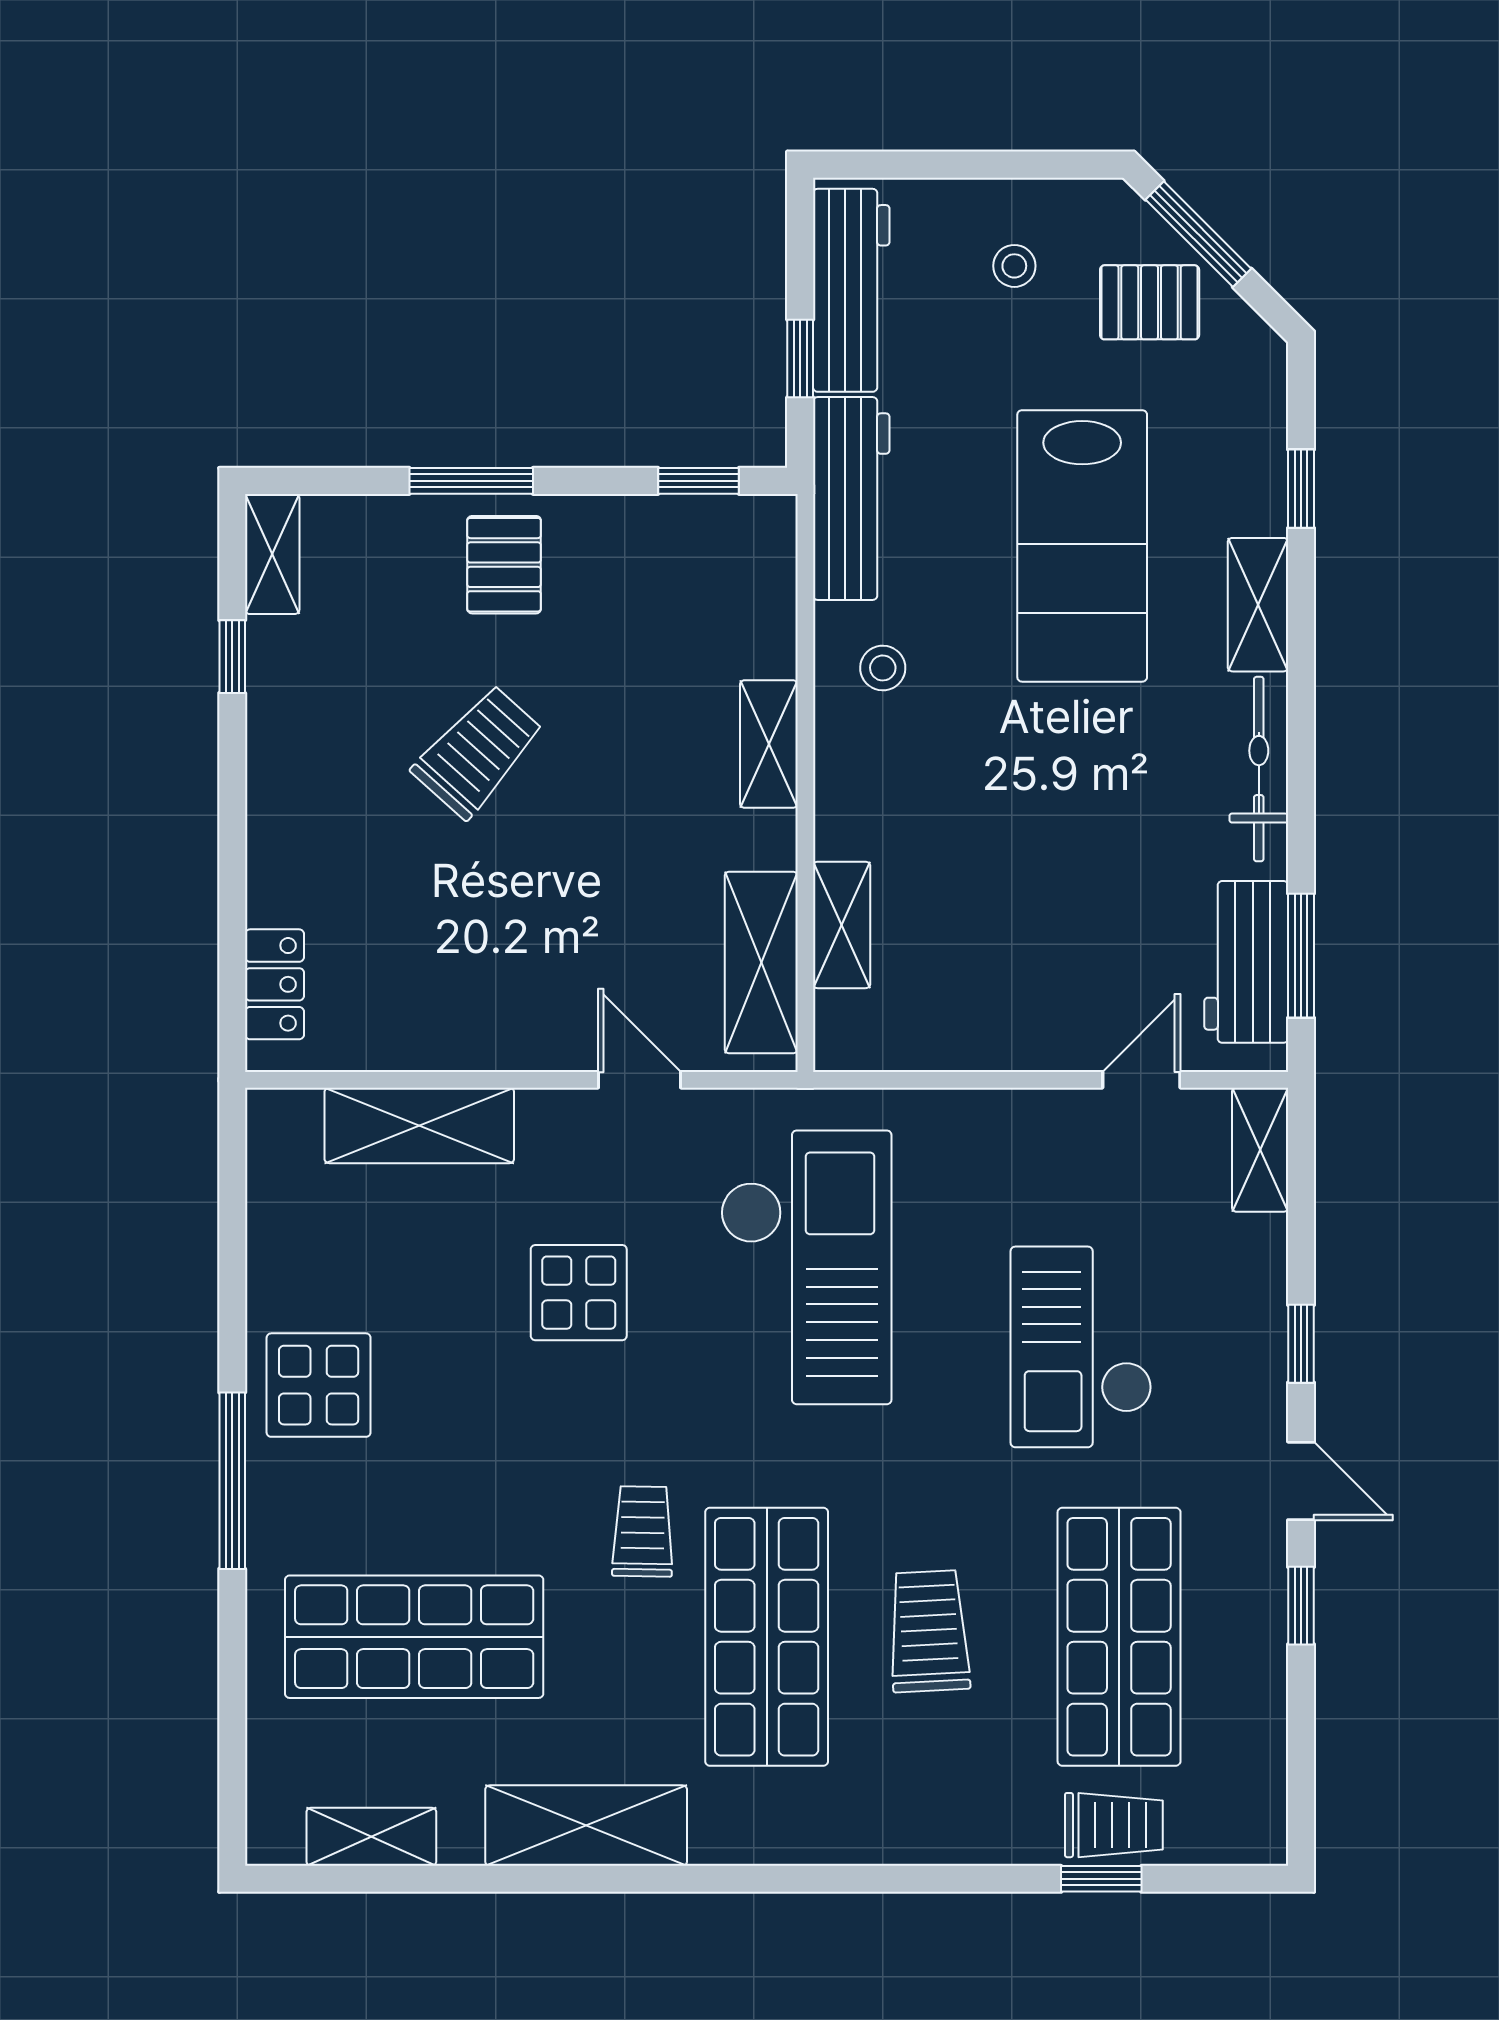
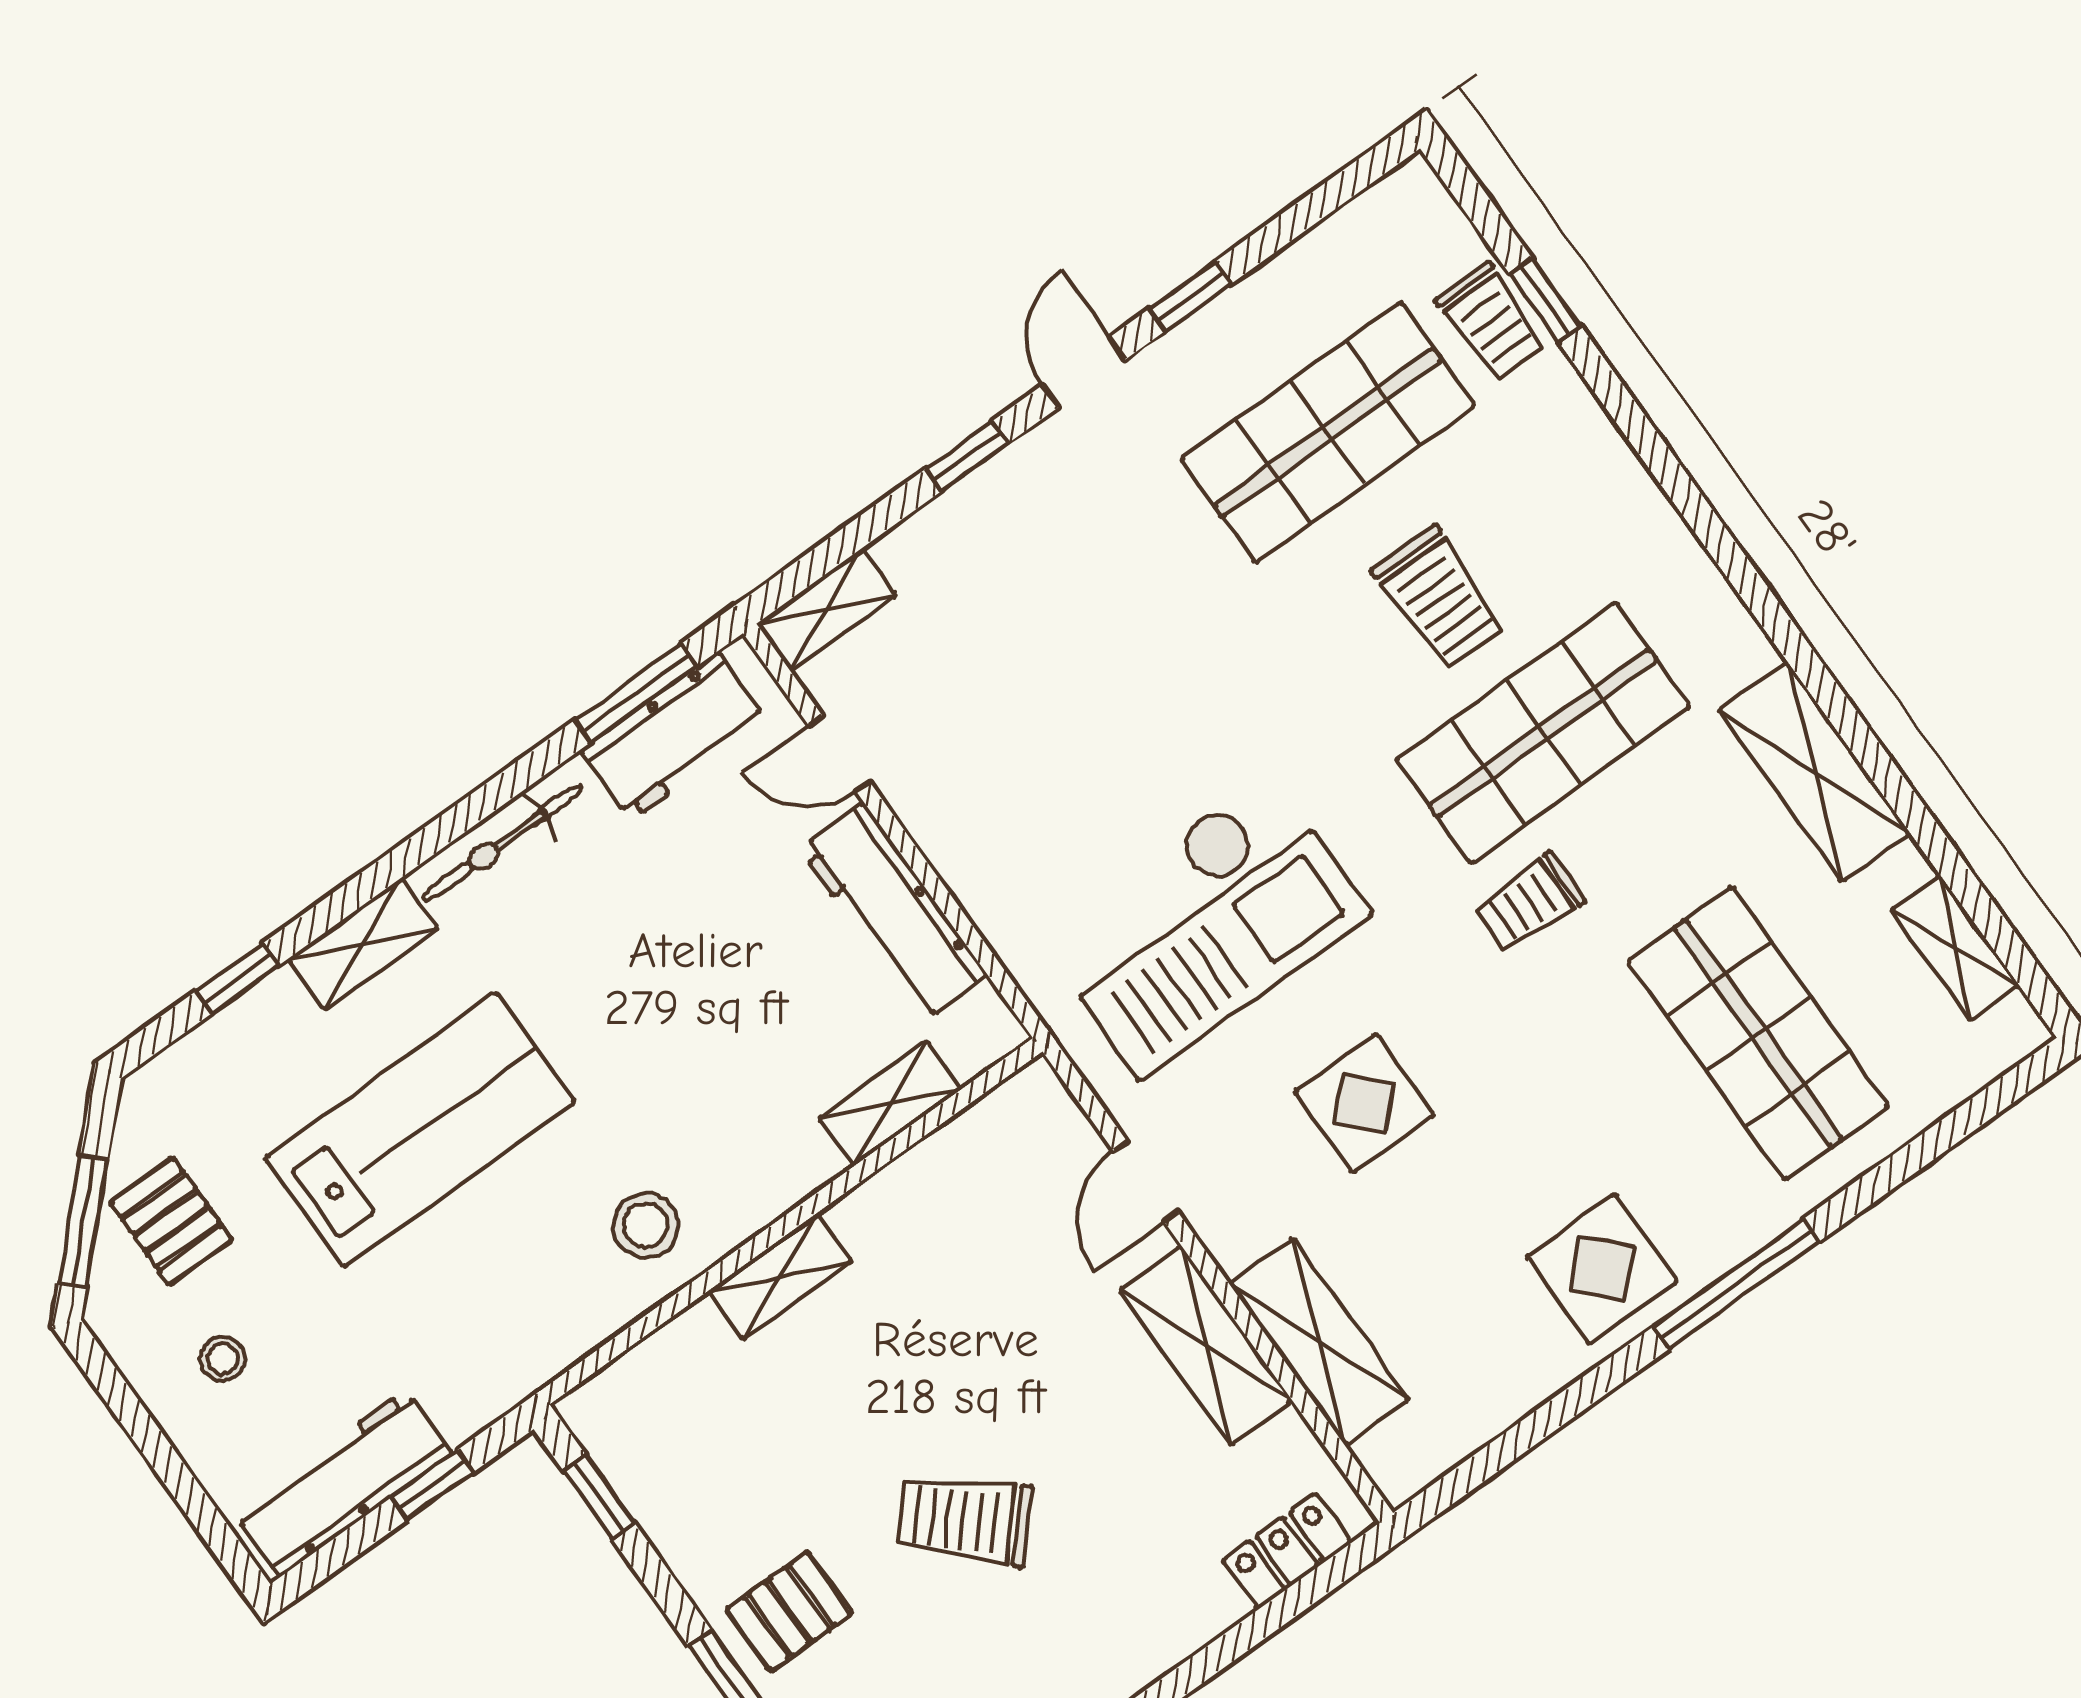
workbench: (851, 499) -> (893, 912), moved, turned -90
stool: (883, 668) -> (646, 1225), width x1.37, depth x1.37
shelving: (761, 962) -> (1206, 1345), moved, turned 90
checkout: (806, 1267) -> (1204, 925), turned 180
checkout: (1081, 1347) -> (1104, 642), removed
trolley: (929, 1631) -> (1439, 598), turned -87
trolley: (1114, 1825) -> (1492, 322), turned 180

